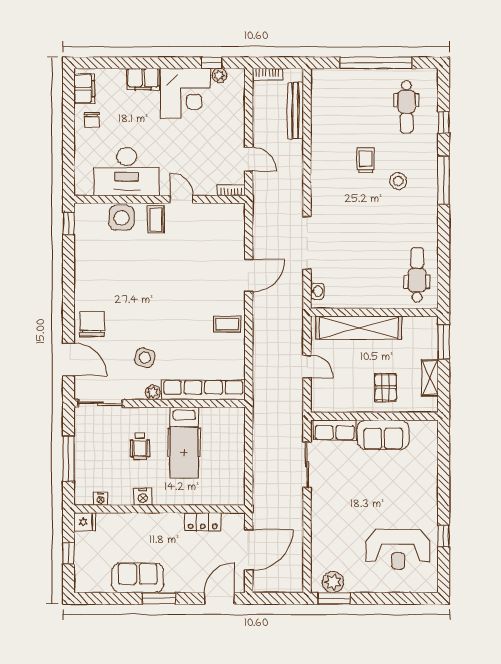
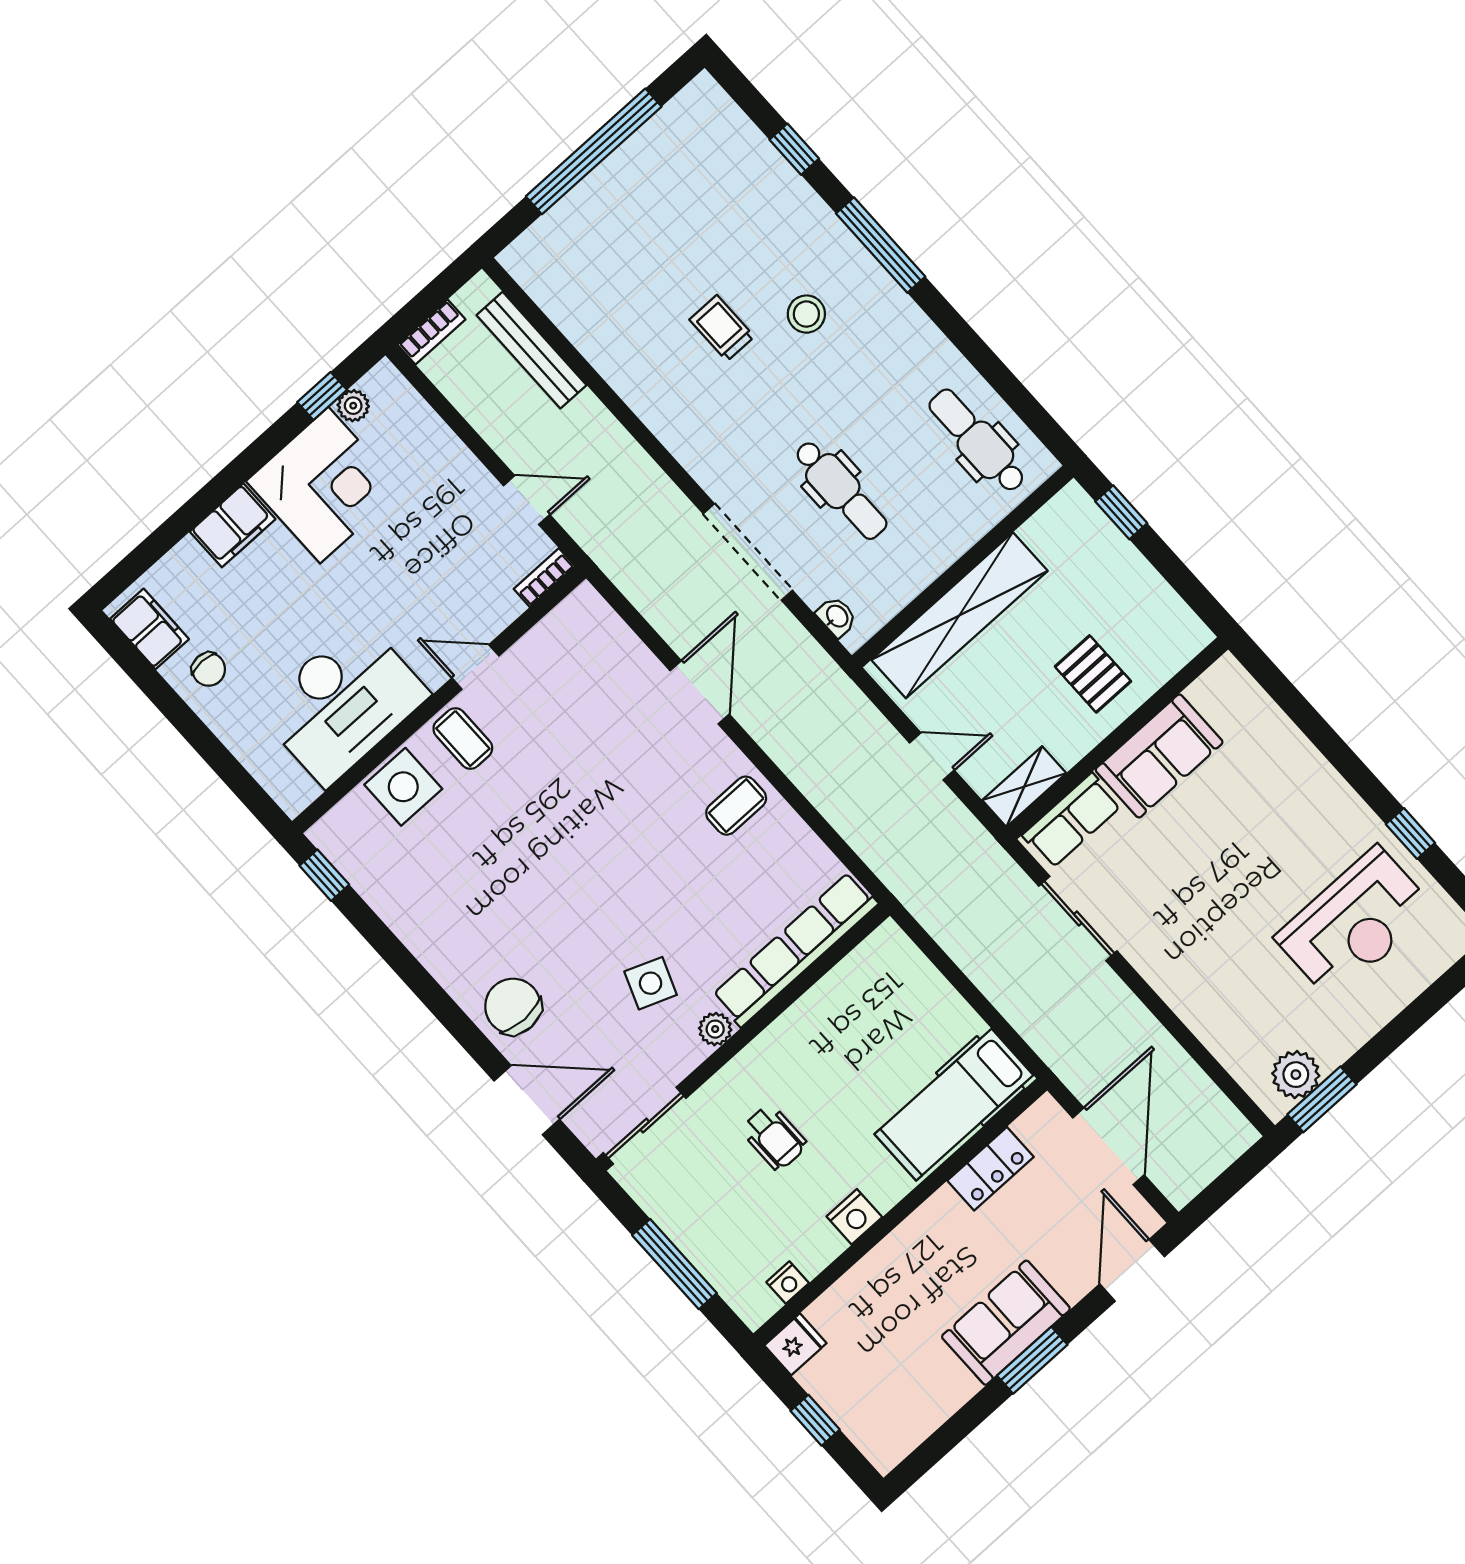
dental chair: (406, 107) -> (841, 490), moved
window: (444, 342) -> (1121, 512), width x0.67
shelving: (430, 378) -> (1024, 787), moved, turned 90
hospital bed: (184, 443) -> (954, 1105), moved, turned 90
sofa: (138, 578) -> (1006, 1323), moved

